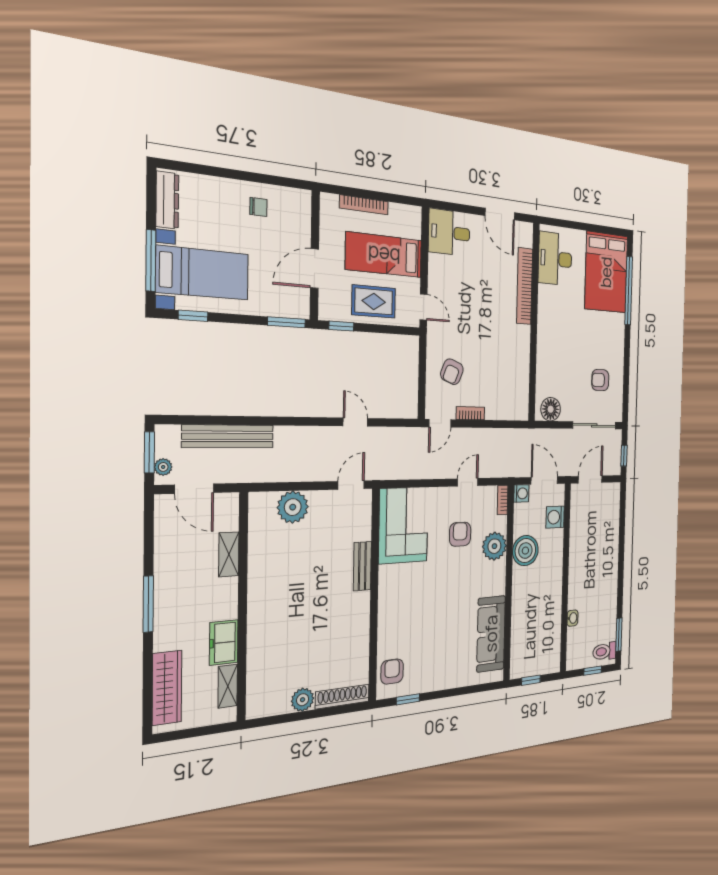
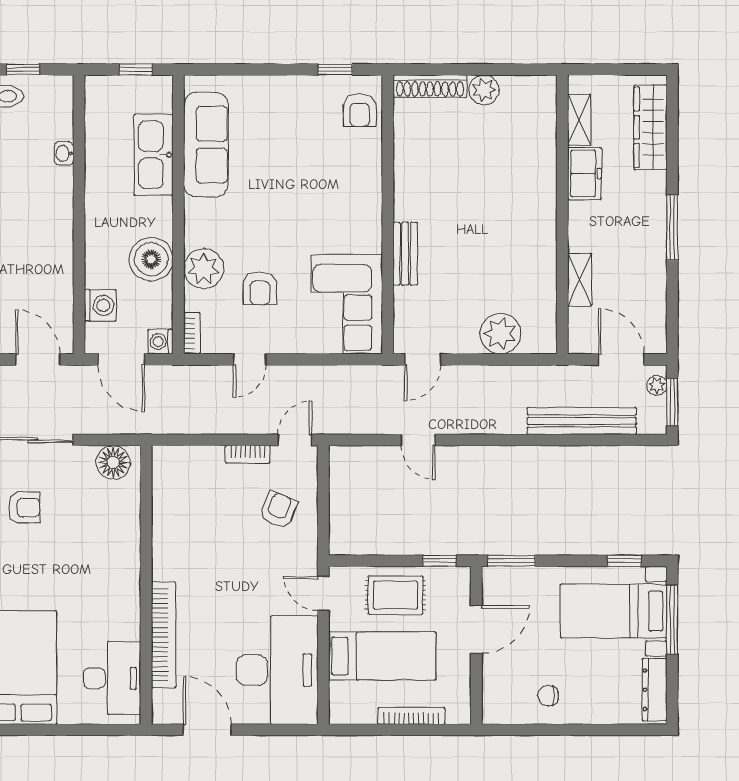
desk: (449, 232) -> (277, 670), width x1.87, depth x1.30
door: (590, 479) -> (38, 359), swing flipped
kitchen sink: (522, 623) -> (153, 155), added

